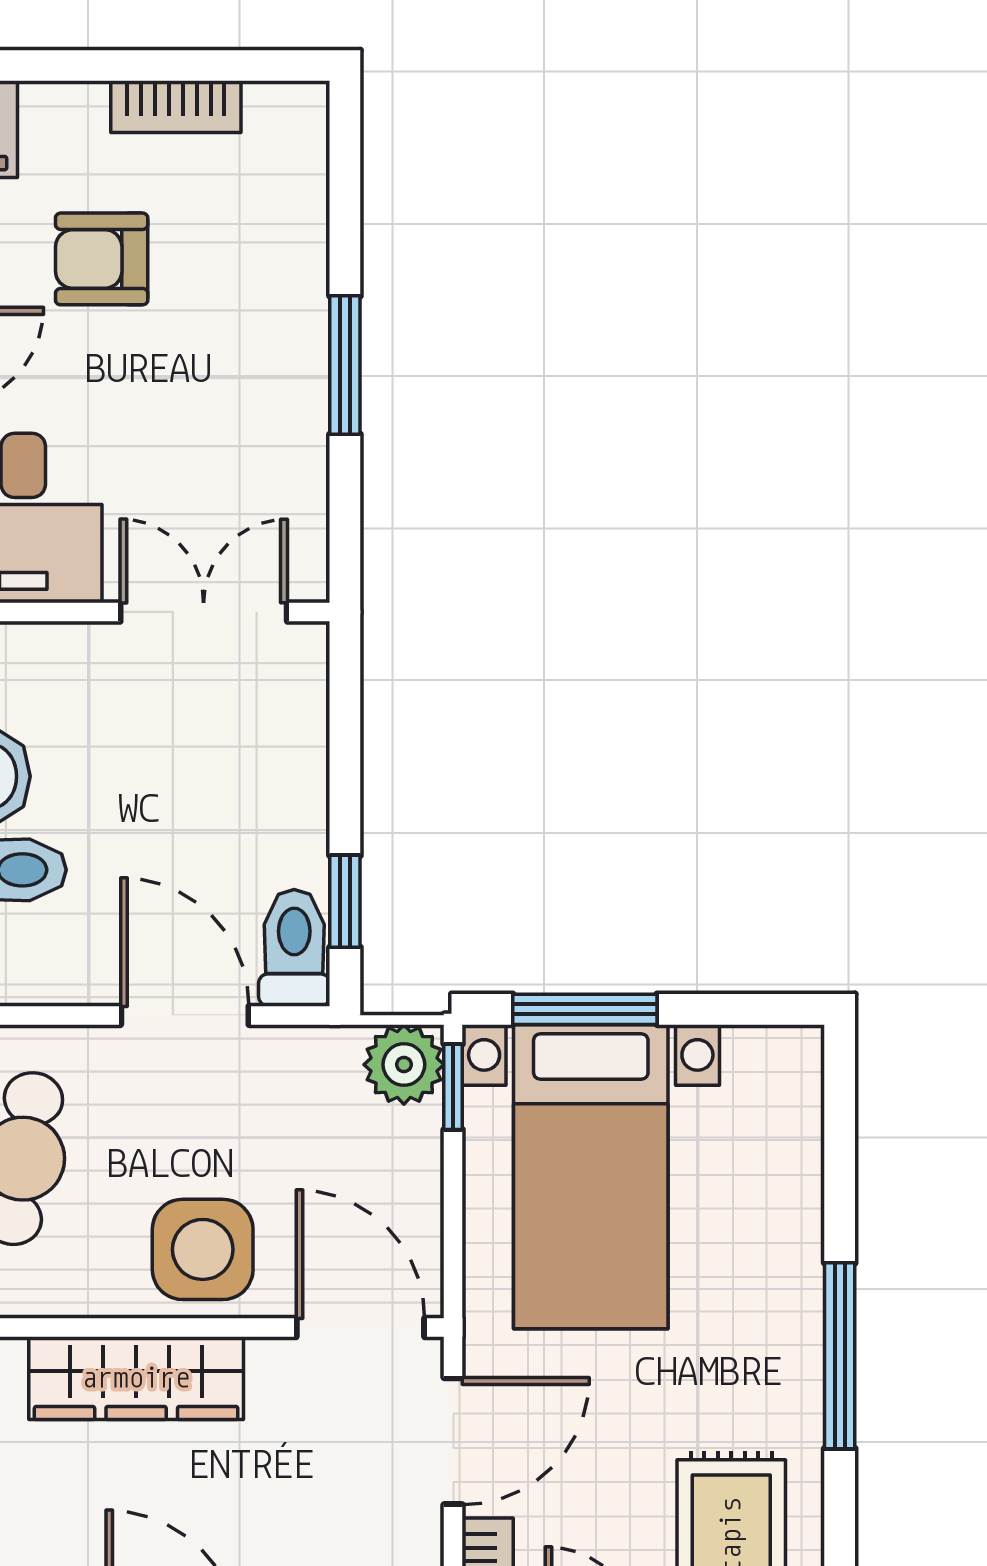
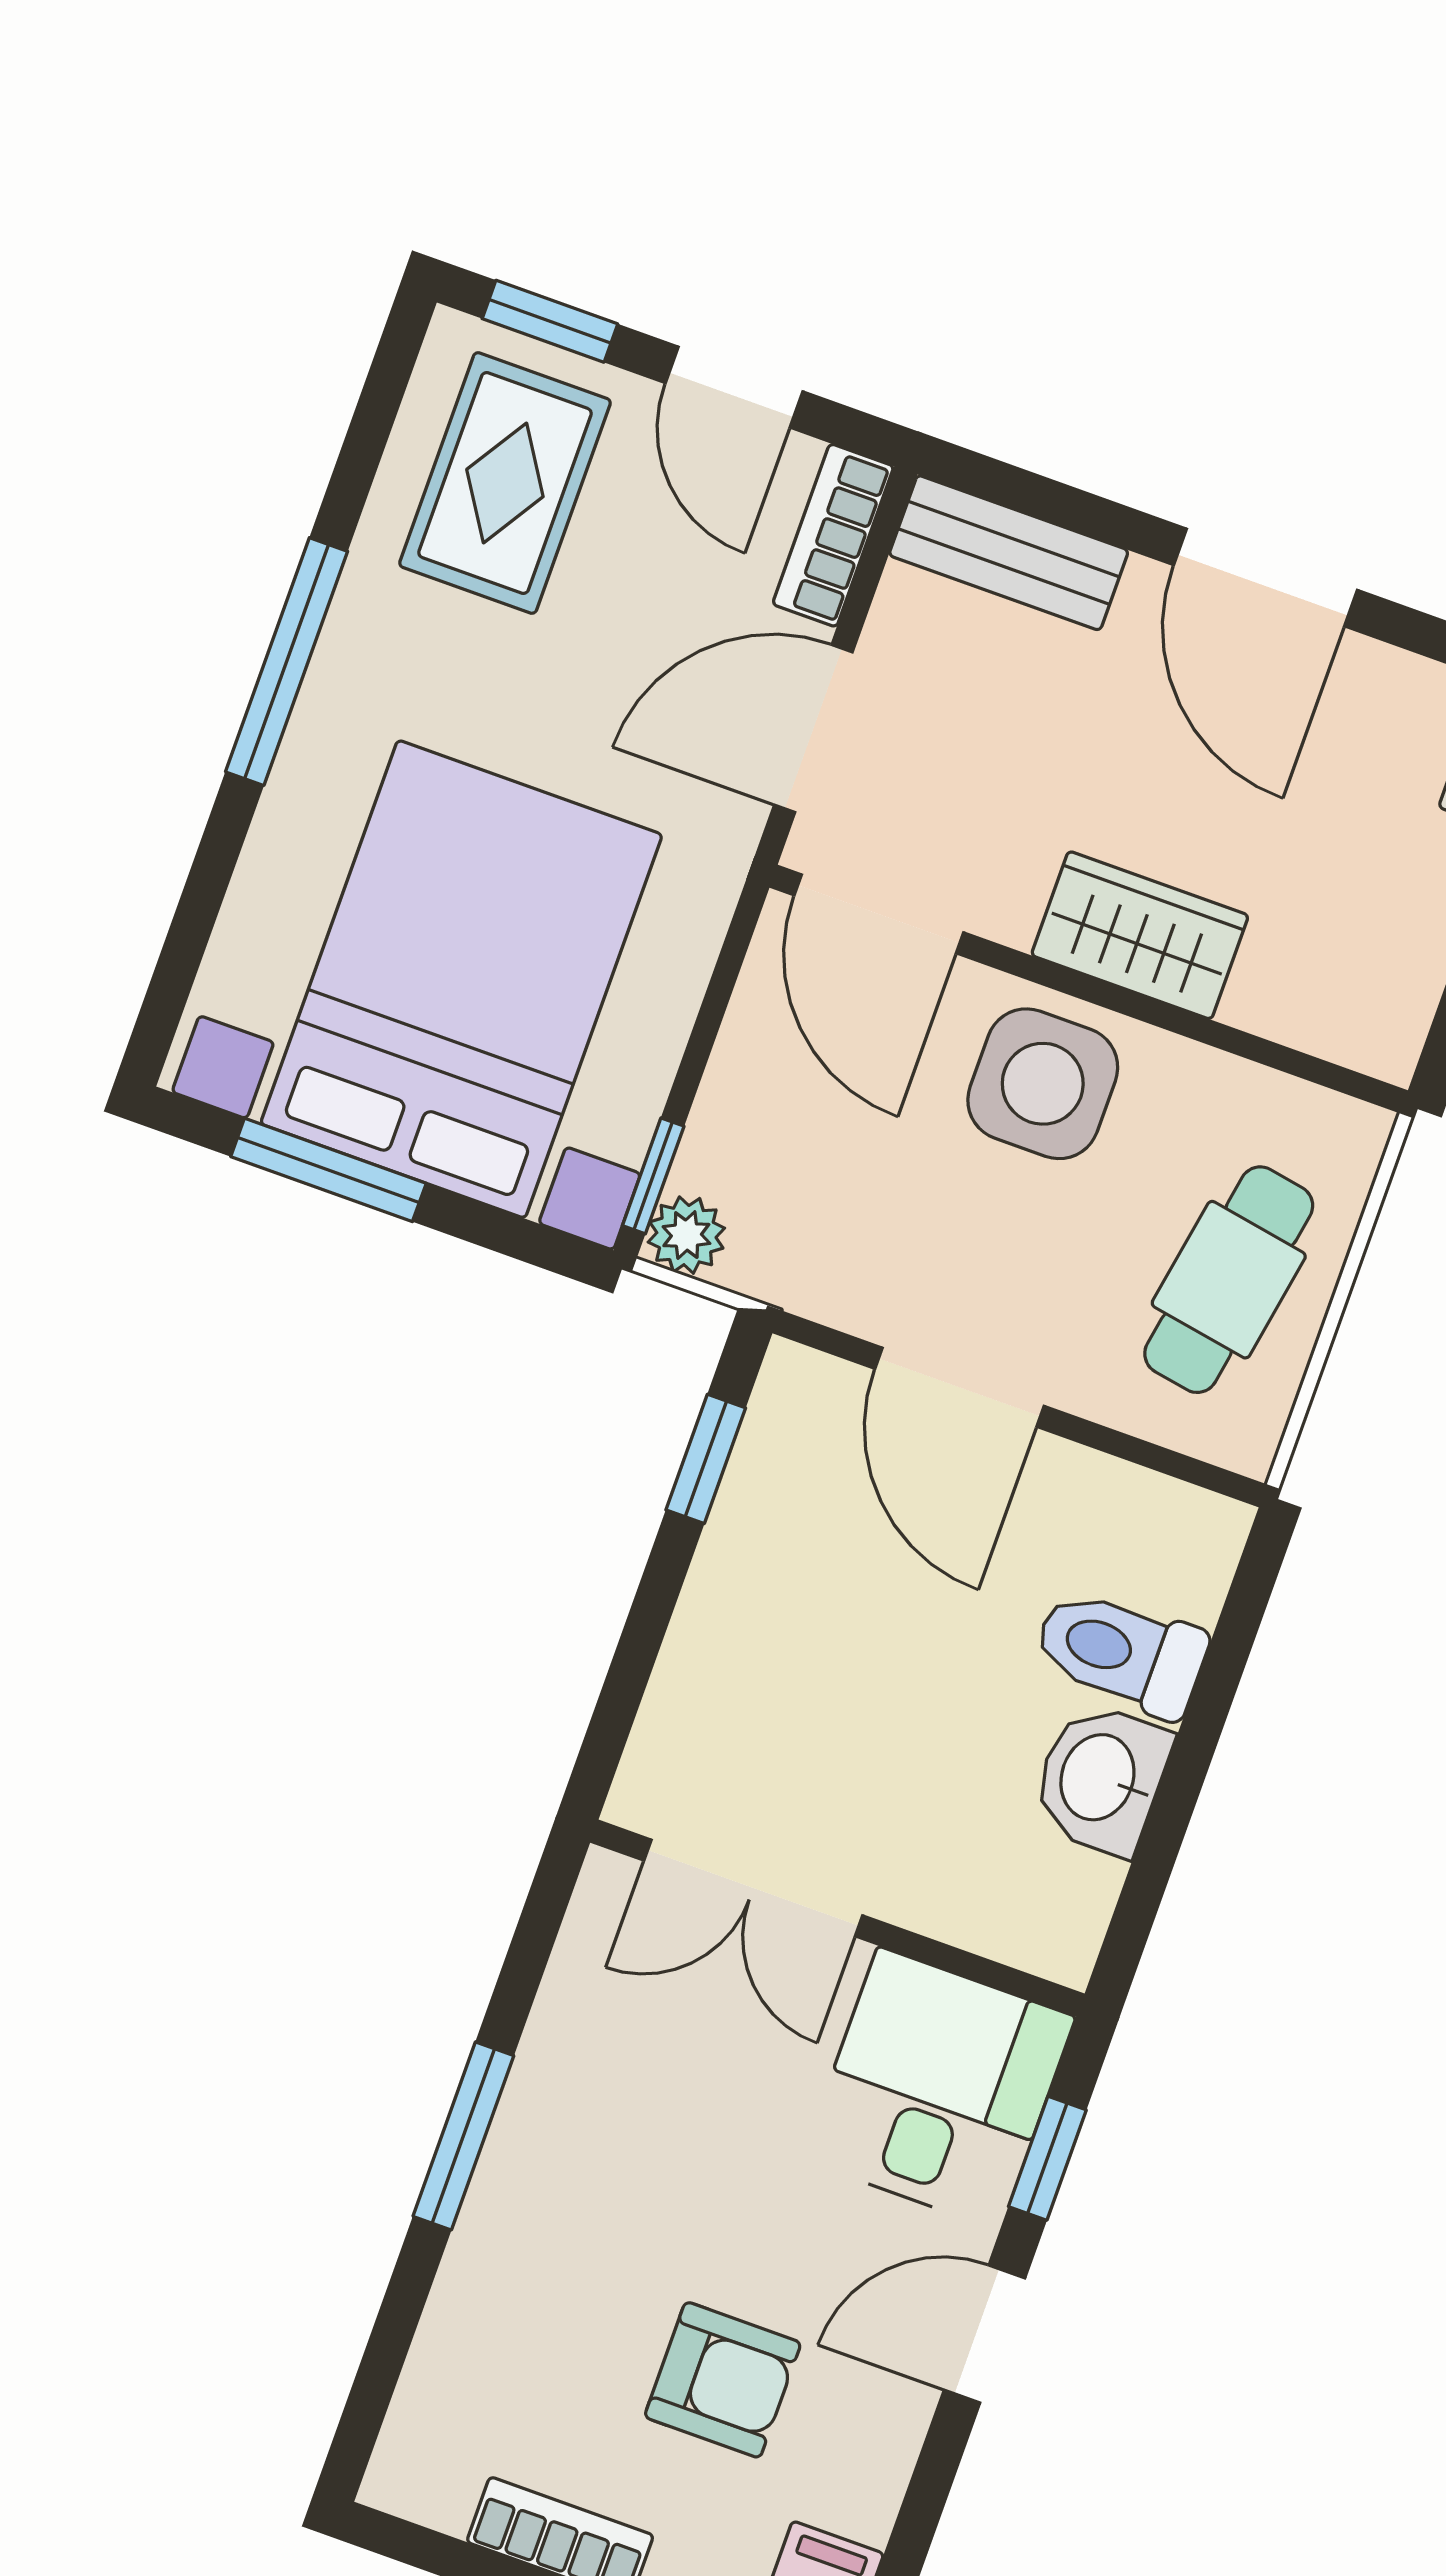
toilet: (294, 948) -> (791, 1423), removed
window: (585, 1009) -> (328, 1170), moved
plant: (404, 1065) -> (686, 1235), width x0.73, depth x0.73
bed with nightstands: (591, 1177) -> (461, 979), width x1.36
wardrobe: (136, 1378) -> (1140, 935), width x0.67

